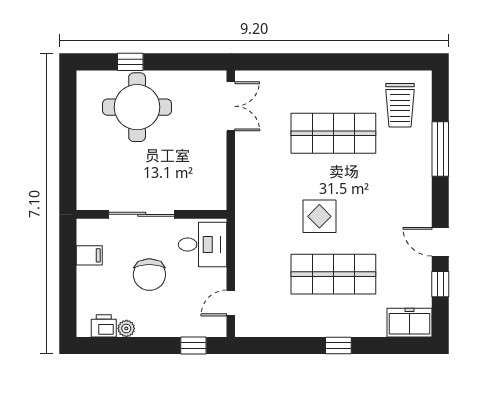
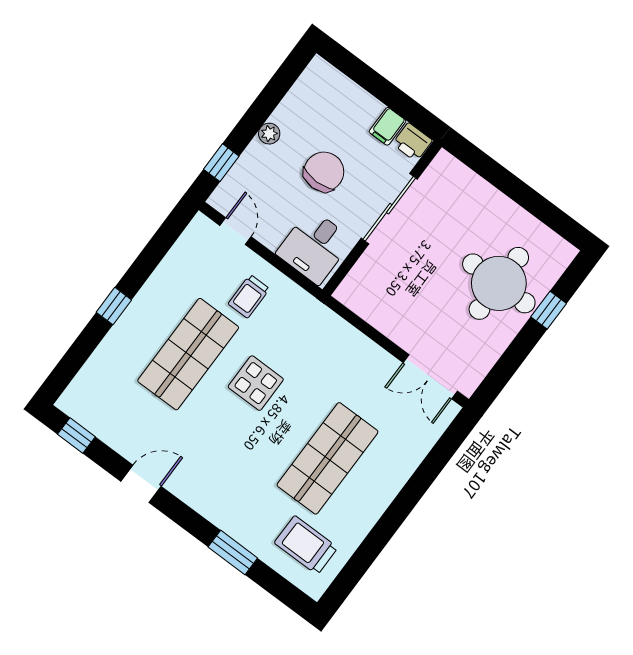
window: (440, 149) -> (233, 553), width x0.69
trolley: (267, 263) -> (249, 296), added
chair: (149, 275) -> (324, 172), turned 90
window: (440, 284) -> (76, 435), moved
freezer: (409, 323) -> (84, 394), removed
printer: (104, 326) -> (412, 142), moved, turned 90
plant: (126, 328) -> (269, 134), moved

